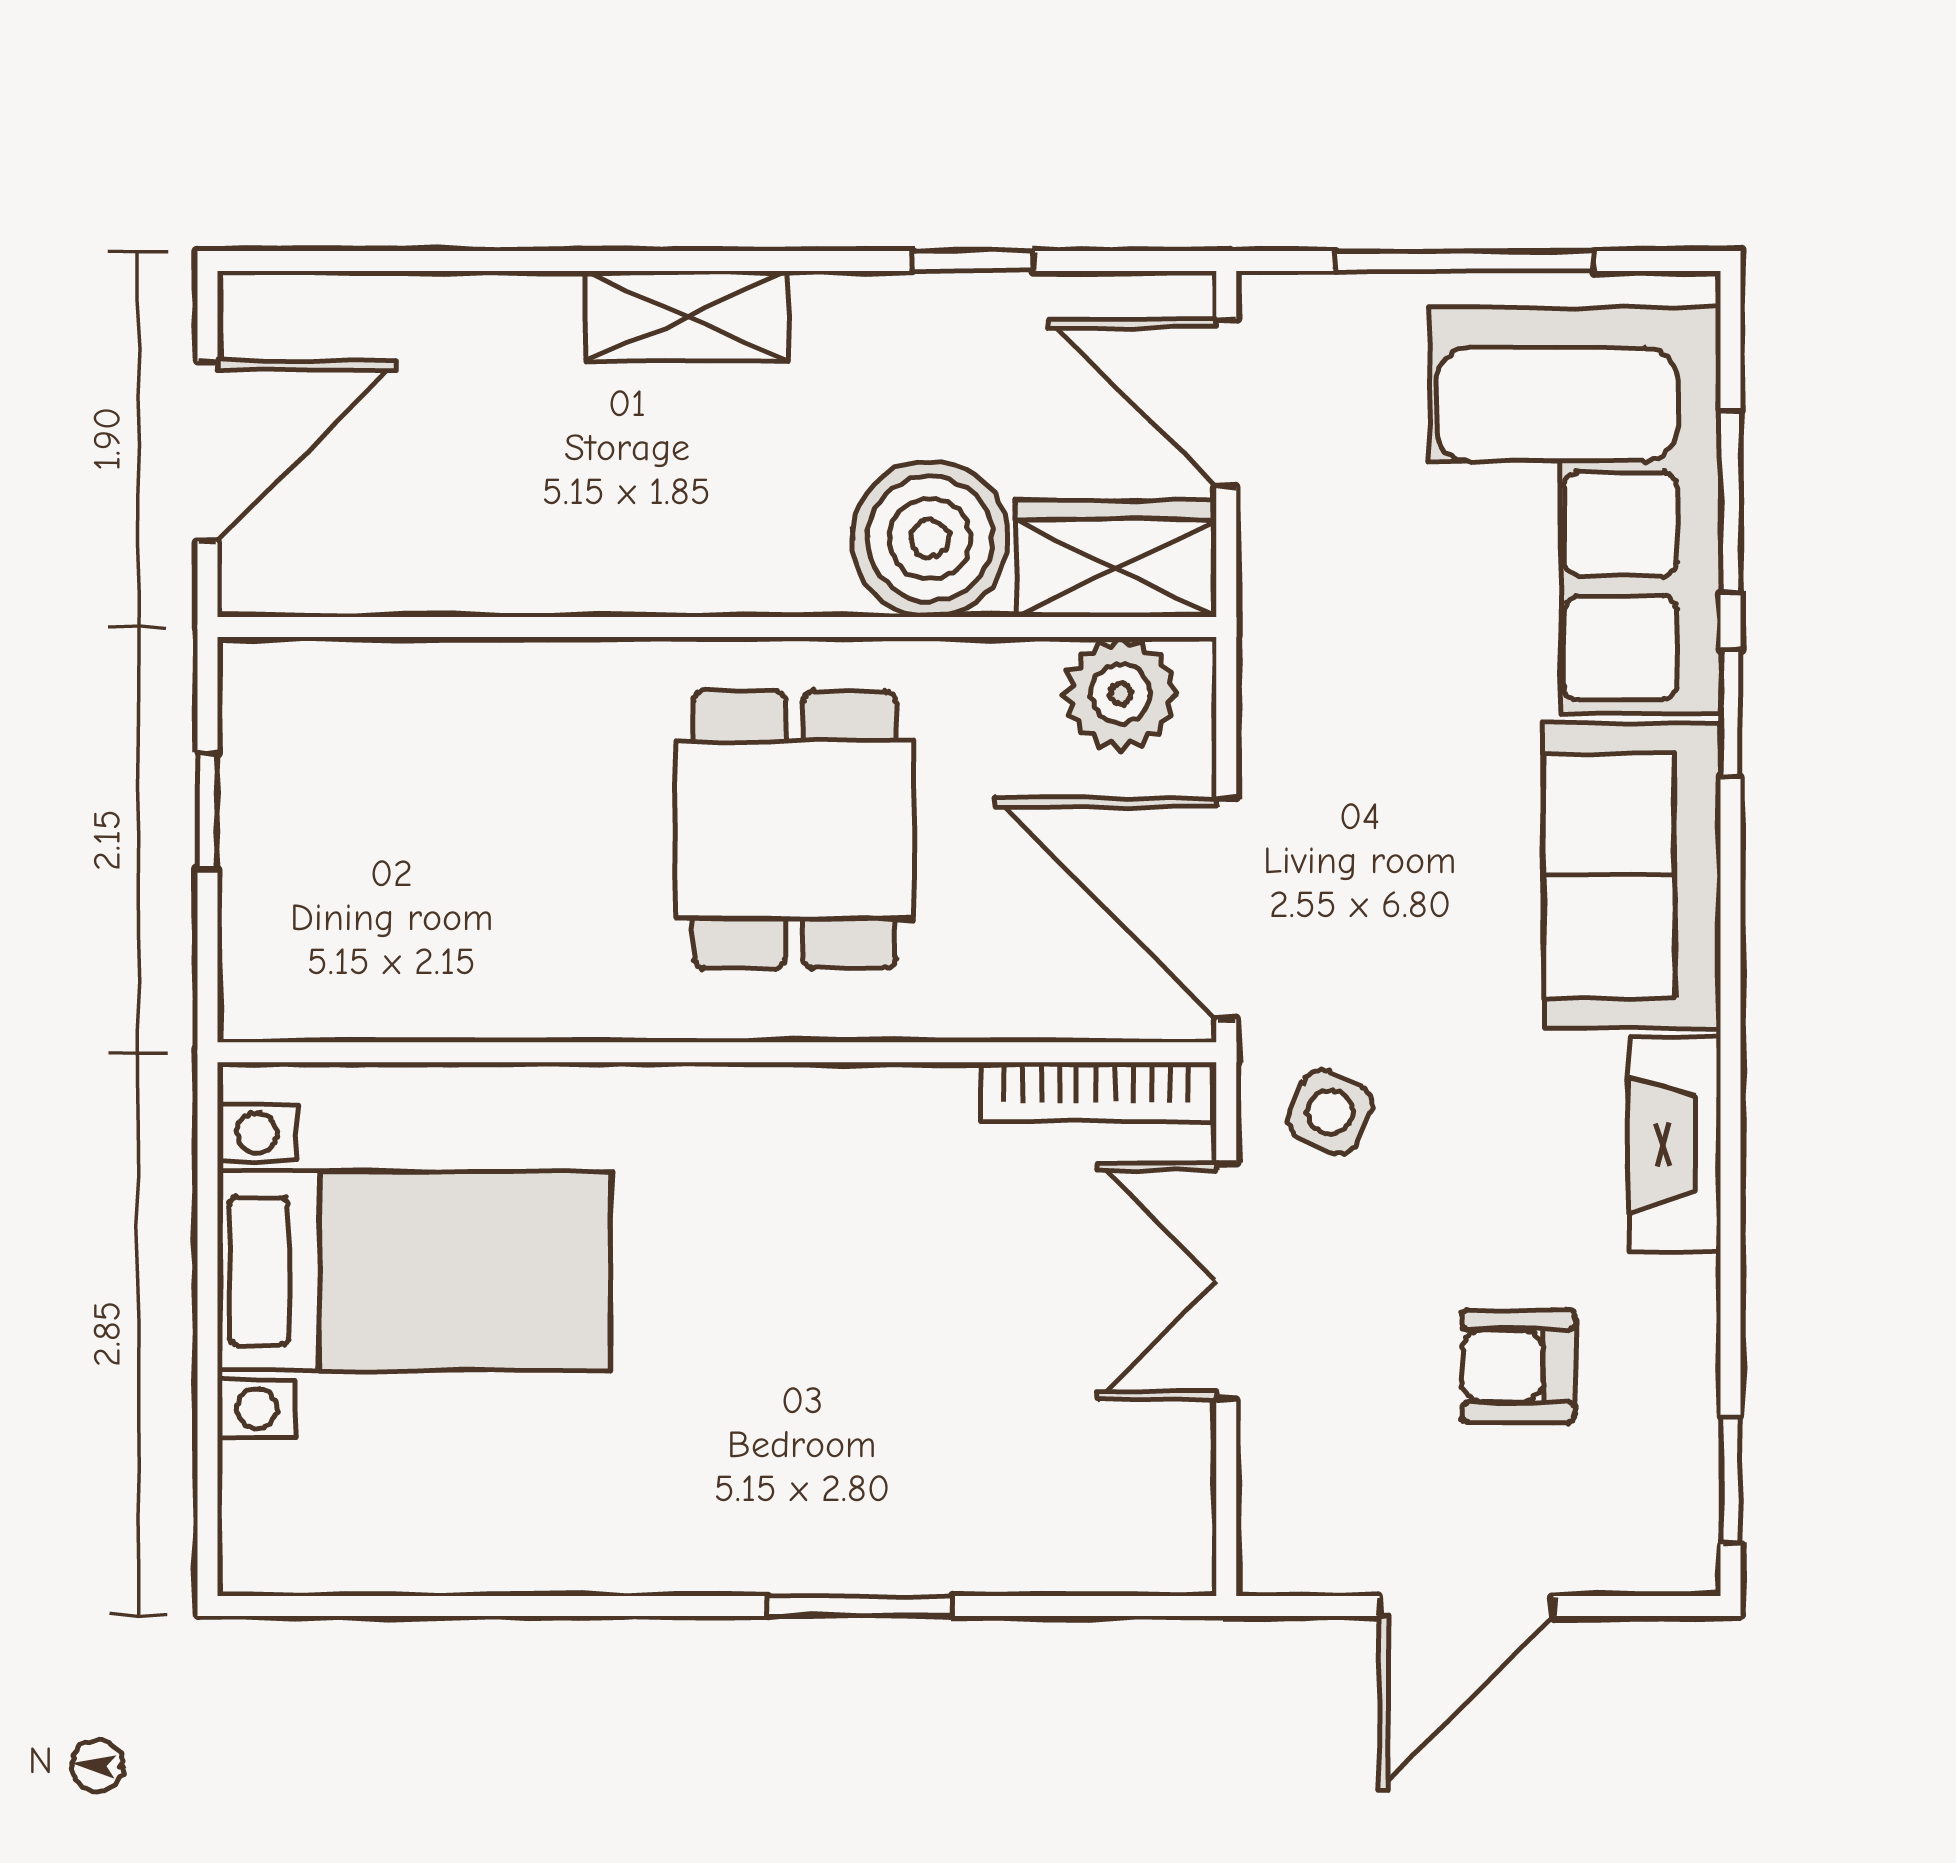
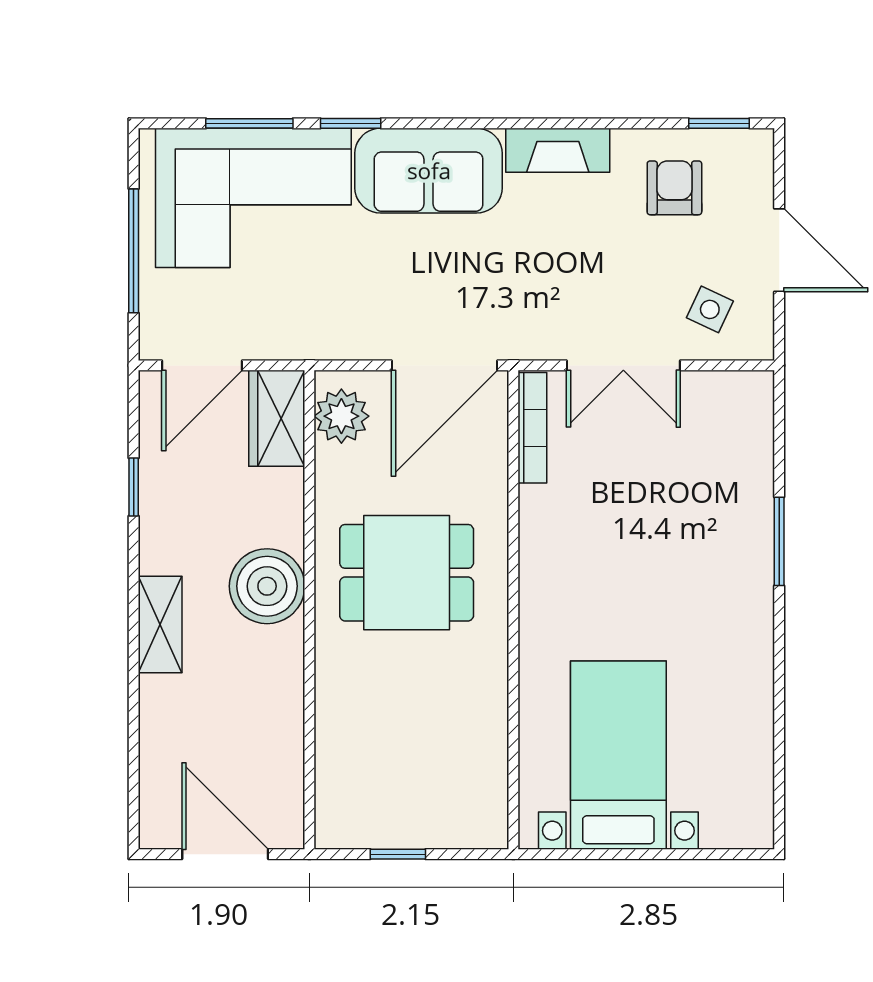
boiler: (930, 539) -> (267, 586), moved
side table: (1330, 1112) -> (710, 309), moved
armchair: (1518, 1366) -> (674, 188), moved, turned 180

